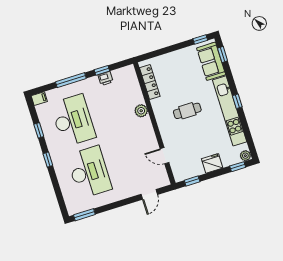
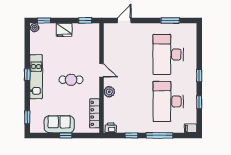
window: (200, 40) -> (66, 135), moved
sofa: (211, 61) -> (59, 124), moved, turned -90
printer: (105, 78) -> (111, 128), moved
kitchen unit: (230, 111) -> (36, 77), width x0.73
door: (164, 156) -> (102, 70), moved
window: (84, 215) -> (170, 20), moved

